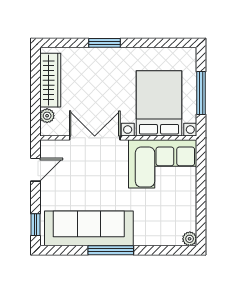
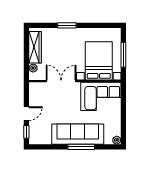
door: (35, 170) -> (26, 114), moved
sofa: (89, 228) -> (78, 134), moved
window: (111, 250) -> (81, 147), moved

